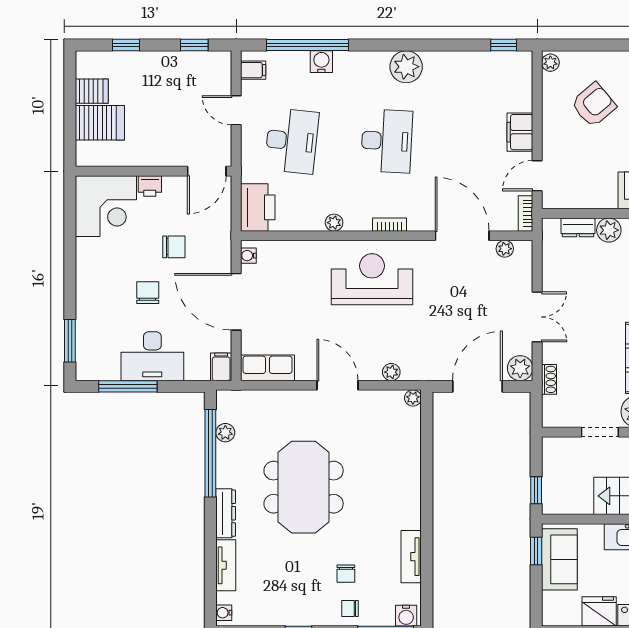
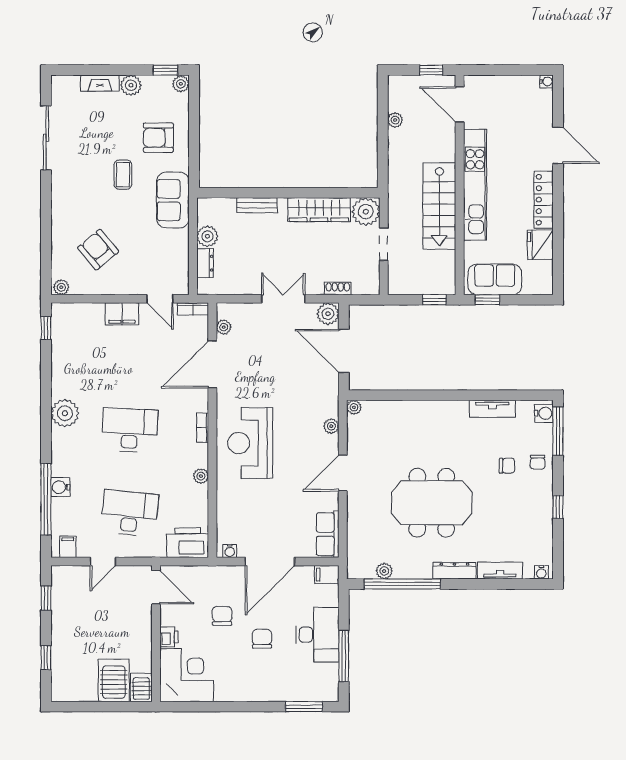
server rack: (92, 91) -> (141, 687), moved
chair: (148, 293) -> (262, 639), turned 90

